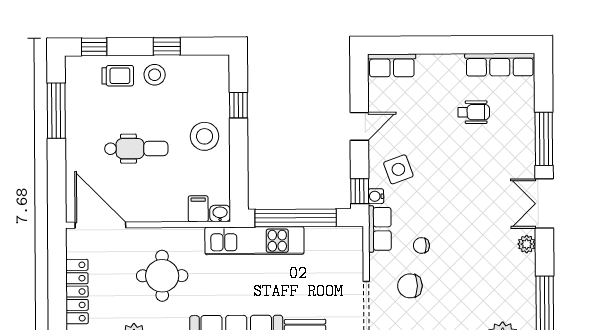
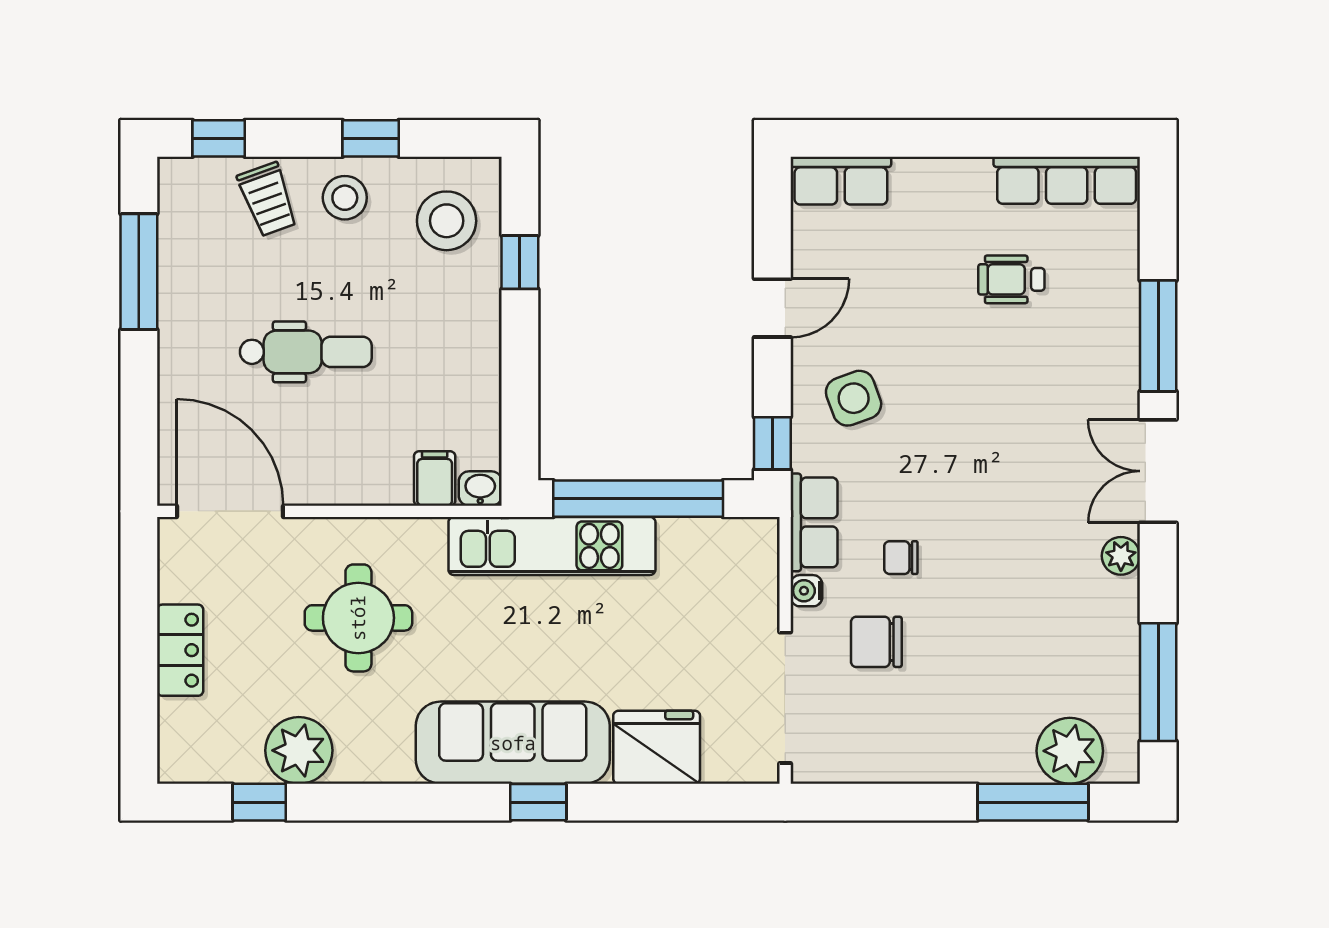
trolley: (118, 76) -> (268, 199), turned 70
wheelchair: (474, 112) -> (1011, 279), turned 180
stool: (205, 136) -> (447, 221), moved
water cooler: (376, 196) -> (806, 591), moved
locker: (77, 292) -> (180, 650), width x0.66

